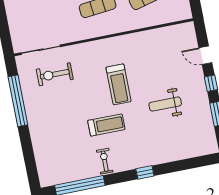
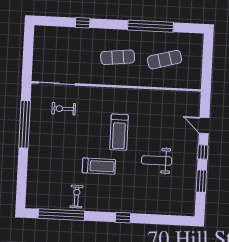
exercise bike: (55, 74) -> (64, 109), width x0.73, depth x0.72
exercise bike: (105, 161) -> (77, 197), moved

